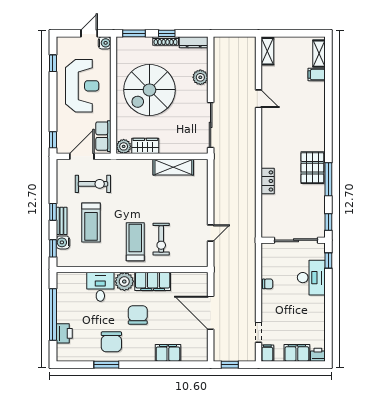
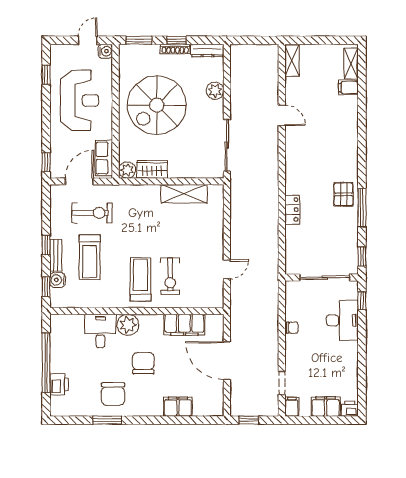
pallet: (312, 168) -> (344, 194), width x0.67, depth x0.71
filing cabinet: (153, 281) -> (184, 325), moved

